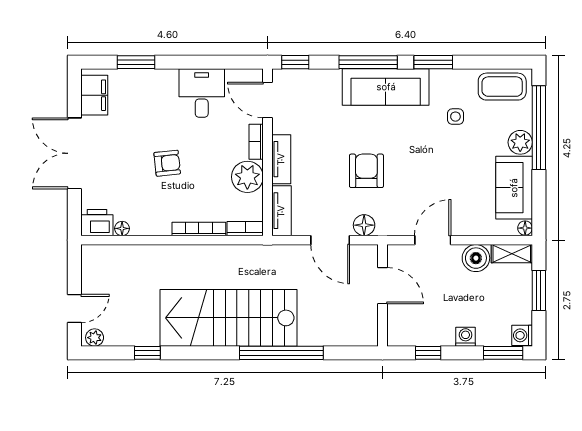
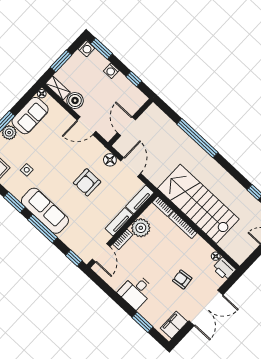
desk: (202, 93) -> (136, 291), moved
armchair: (167, 163) -> (182, 279), moved
stairs: (228, 318) -> (198, 204), moved, turned 180

